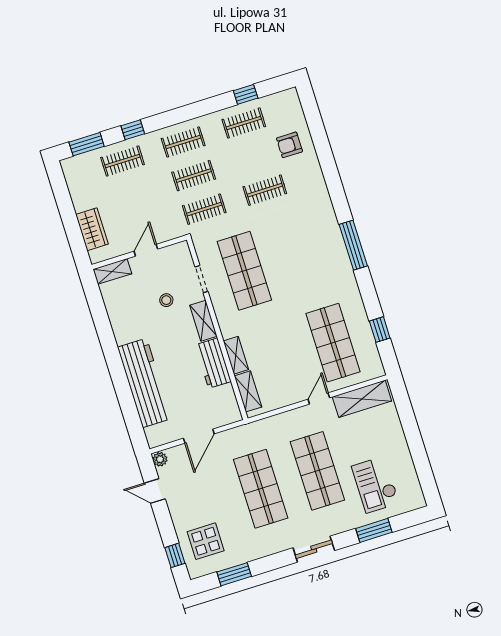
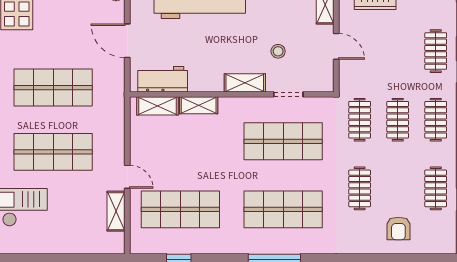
armchair: (289, 145) -> (398, 228), turned 180
shop shelf: (305, 252) -> (283, 209), added
workbench: (213, 363) -> (163, 79), moved
shelving: (362, 399) -> (116, 211), width x0.67, depth x0.75

